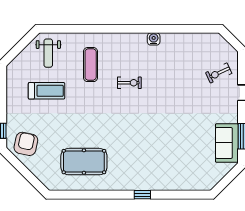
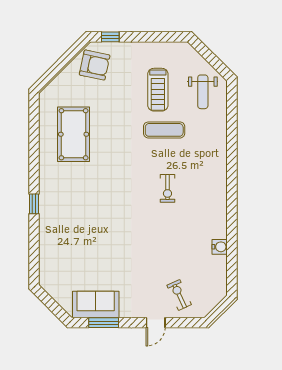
water cooler: (154, 39) -> (220, 247), moved
weight bench: (48, 53) -> (203, 92), turned -90
exercise mat: (91, 65) -> (164, 130), moved

